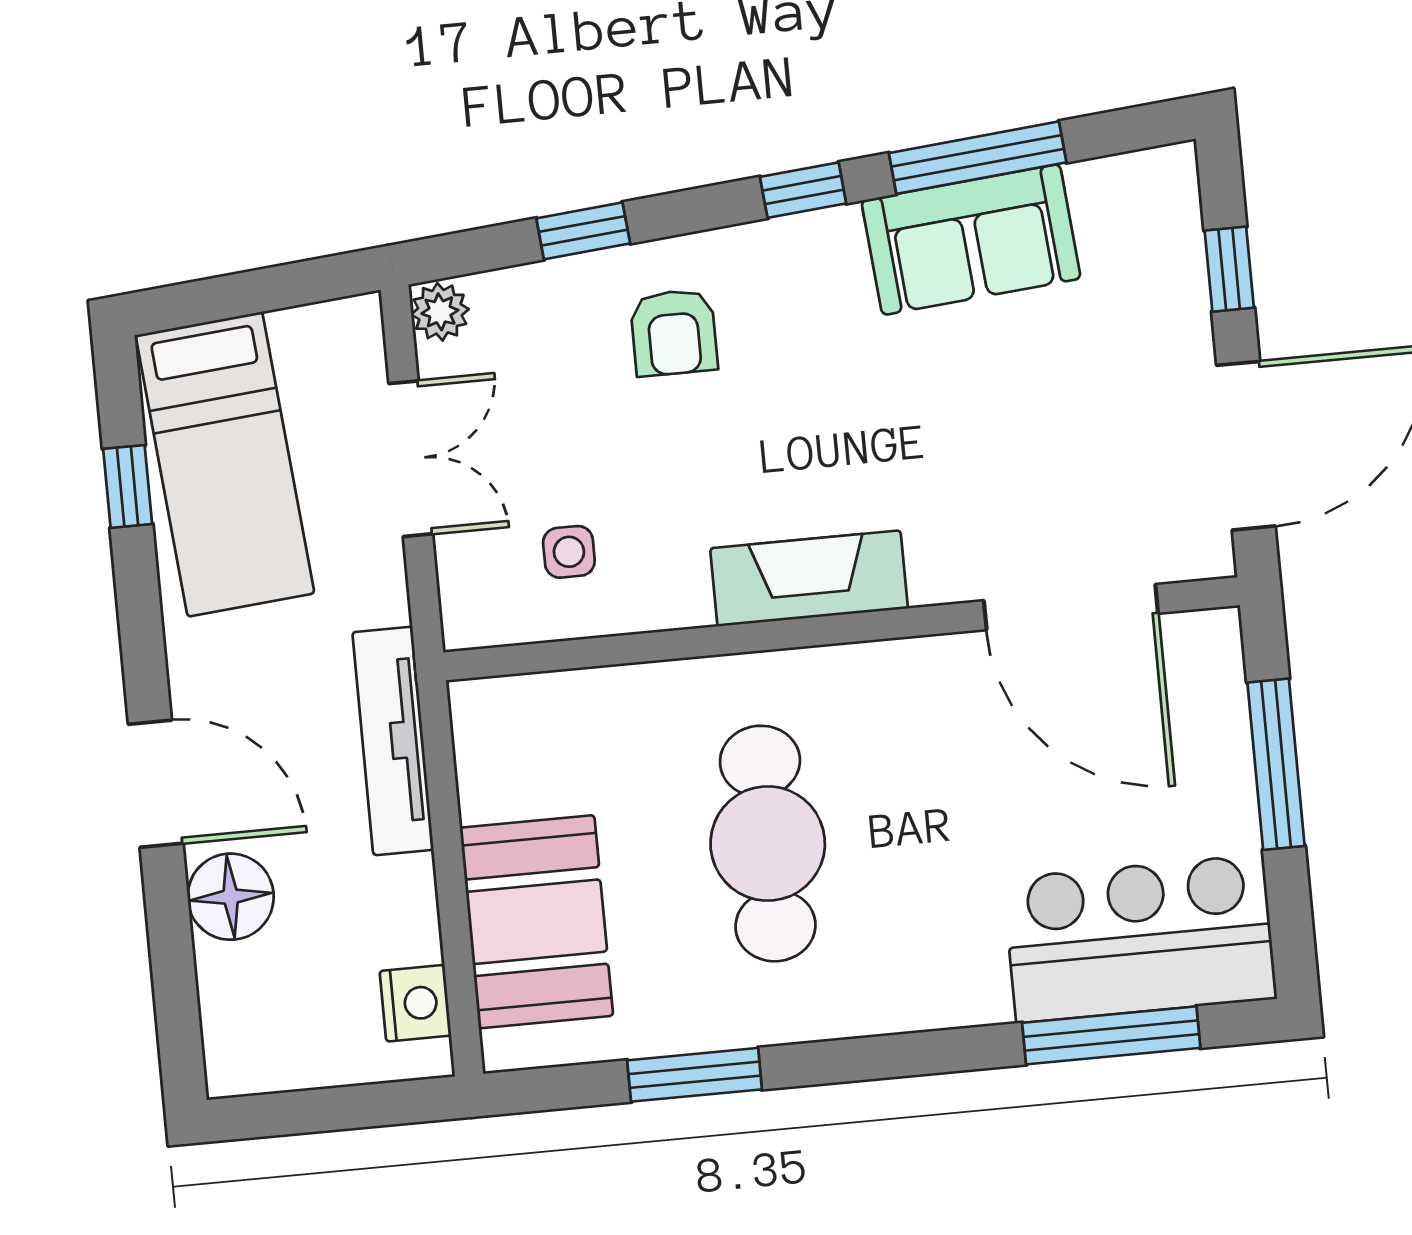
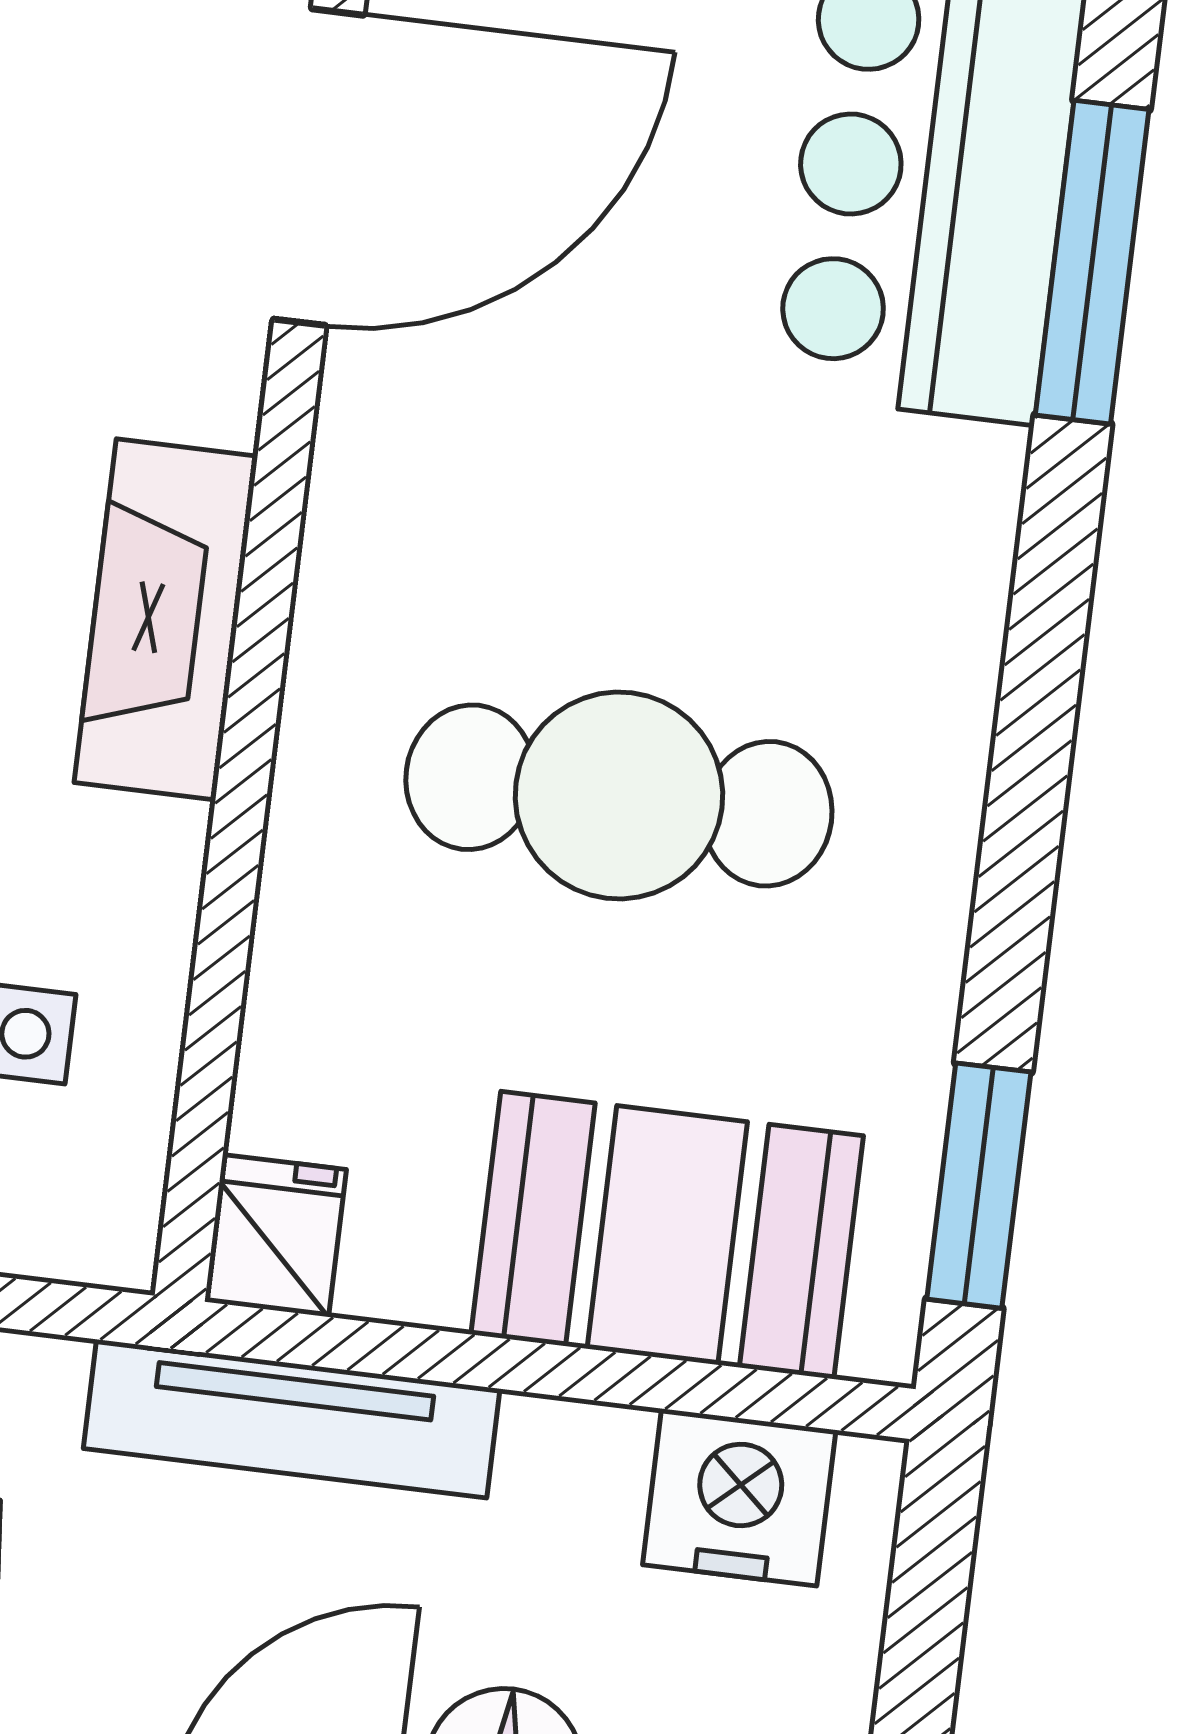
fridge: (490, 711) -> (276, 1236), added
nightstand: (415, 1003) -> (739, 1497), width x1.36, depth x1.33
window: (695, 1075) -> (979, 1186), moved

